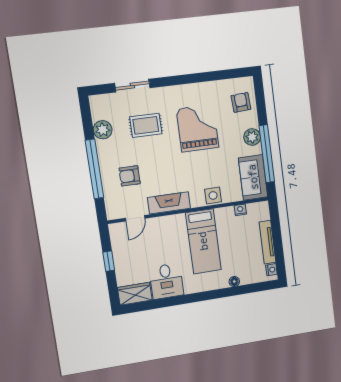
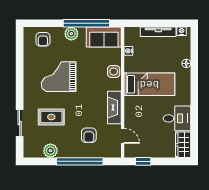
armchair: (241, 102) -> (43, 39), turned -86
rug: (146, 125) -> (51, 117), turned 90
window: (109, 261) -> (143, 161), moved

